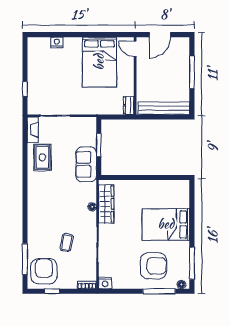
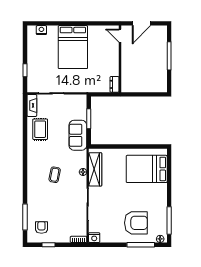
nightstand: (57, 42) -> (41, 30), moved
bed: (99, 62) -> (73, 47), moved
bench: (164, 108) -> (145, 87), removed
bed: (166, 224) -> (147, 169), moved
coffee table: (67, 242) -> (55, 175), moved
armchair: (44, 271) -> (41, 227), width x0.53, depth x0.53

